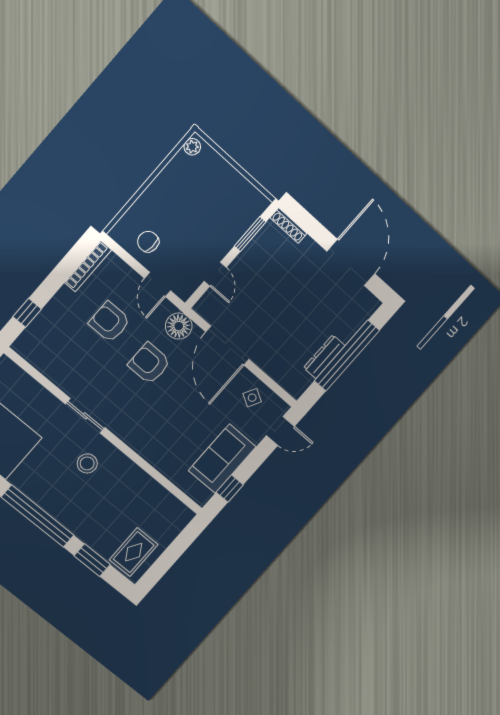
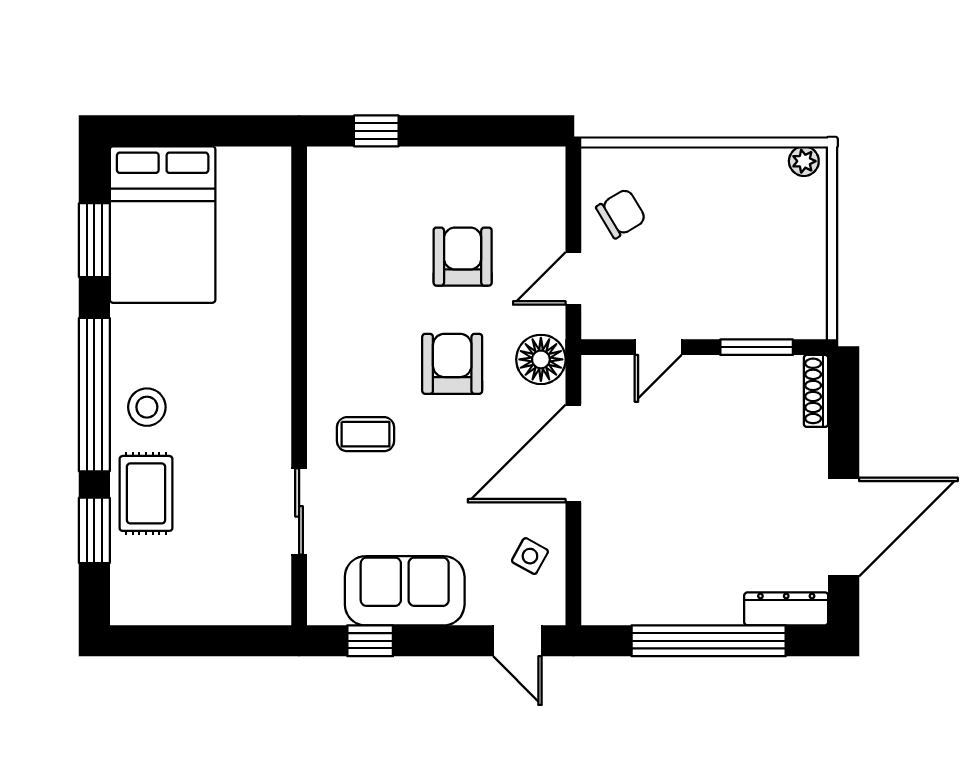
chair: (148, 242) -> (621, 213), turned 55
bookcase: (88, 266) -> (514, 159), removed
dresser: (324, 357) -> (786, 609), moved
sliding door: (85, 416) -> (299, 511), moved
coffee table: (147, 422) -> (366, 434), added
stool: (87, 463) -> (147, 407), moved
rug: (134, 552) -> (146, 493), moved, turned 90

